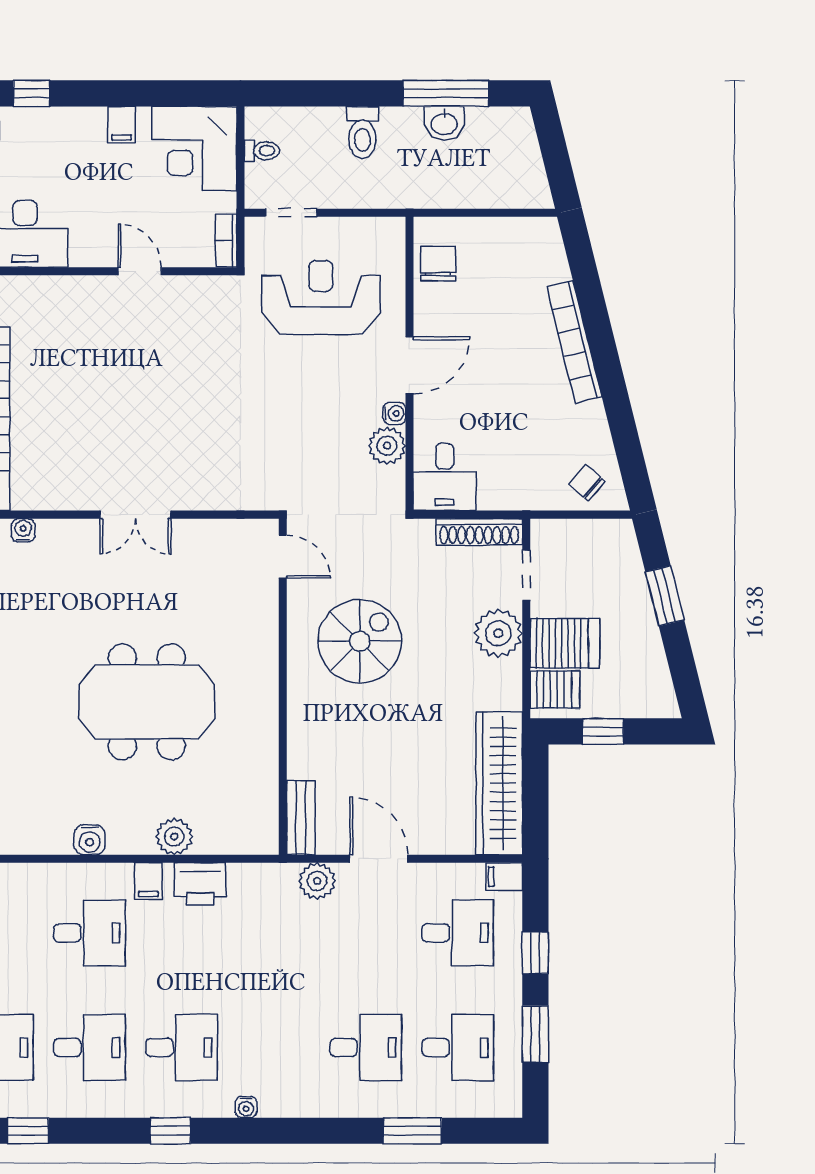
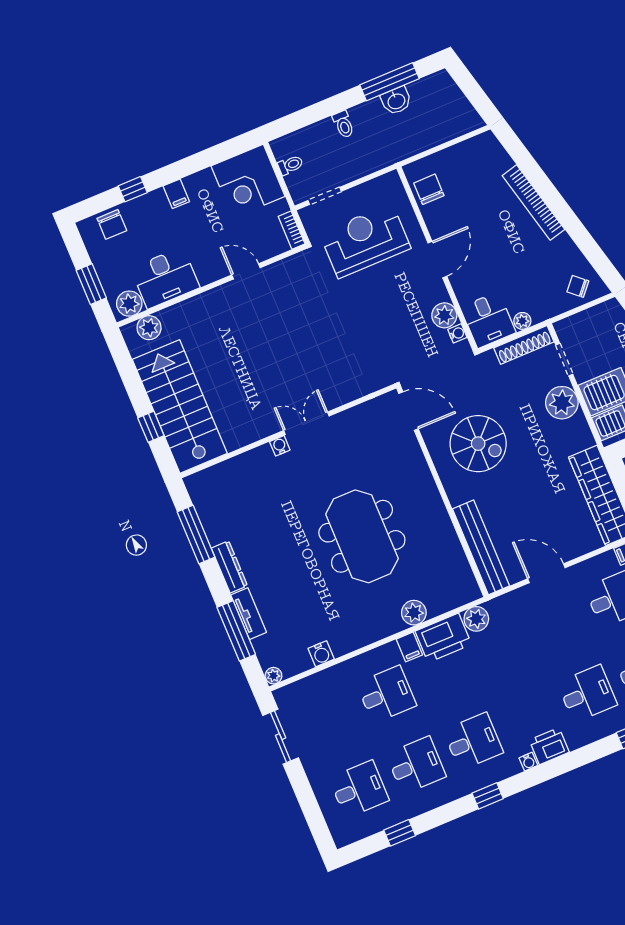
filing cabinet: (121, 125) -> (176, 194), moved
toilet: (362, 133) -> (343, 124), width x0.73, depth x0.72
water cooler: (394, 413) -> (457, 333), moved
plant: (491, 498) -> (522, 321), added
double door: (135, 515) -> (306, 423), swing flipped
water cooler: (23, 530) -> (280, 446), moved
door: (283, 557) -> (409, 411), width x1.38
spiral stairs: (360, 641) -> (478, 444), turned 90
meeting table: (147, 702) -> (362, 536), turned 90
bench: (301, 818) -> (481, 547), width x1.86, depth x1.21
water cooler: (90, 840) -> (321, 654), moved
plant: (317, 881) -> (476, 619), moved
printer: (200, 884) -> (443, 638), width x1.37, depth x1.19
printer: (284, 1098) -> (549, 746), added

